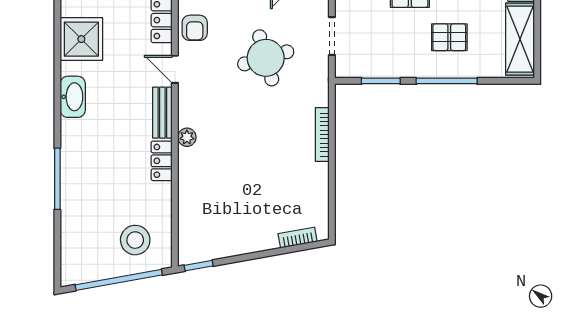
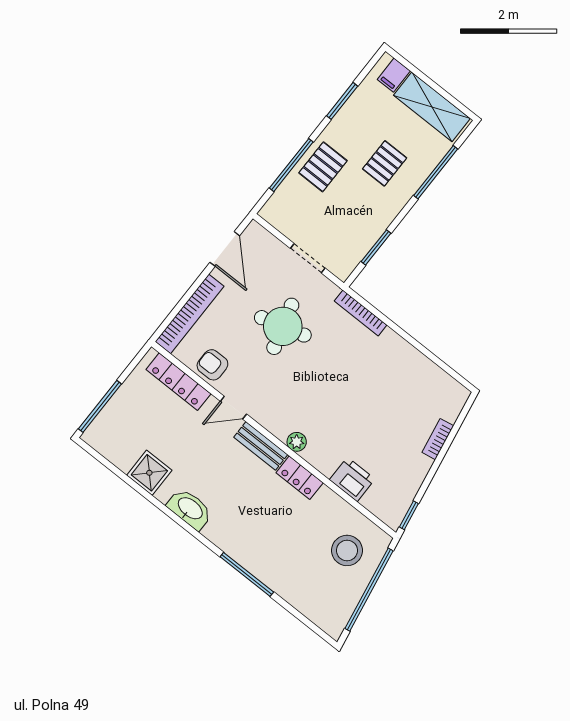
armchair: (195, 28) -> (212, 365), turned 180
shower: (81, 39) -> (149, 473), width x0.73, depth x0.73
window: (447, 81) -> (436, 172), moved
bookcase: (322, 135) -> (361, 313), moved
printer: (192, 202) -> (352, 479), added
bookcase: (298, 238) -> (438, 439), moved

